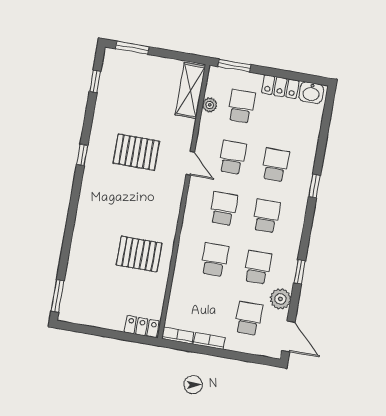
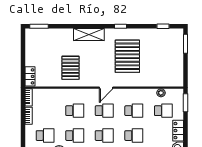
shelving: (190, 90) -> (89, 34), moved
pallet: (136, 152) -> (127, 56), width x1.37, depth x1.41
door: (190, 163) -> (106, 88), moved

